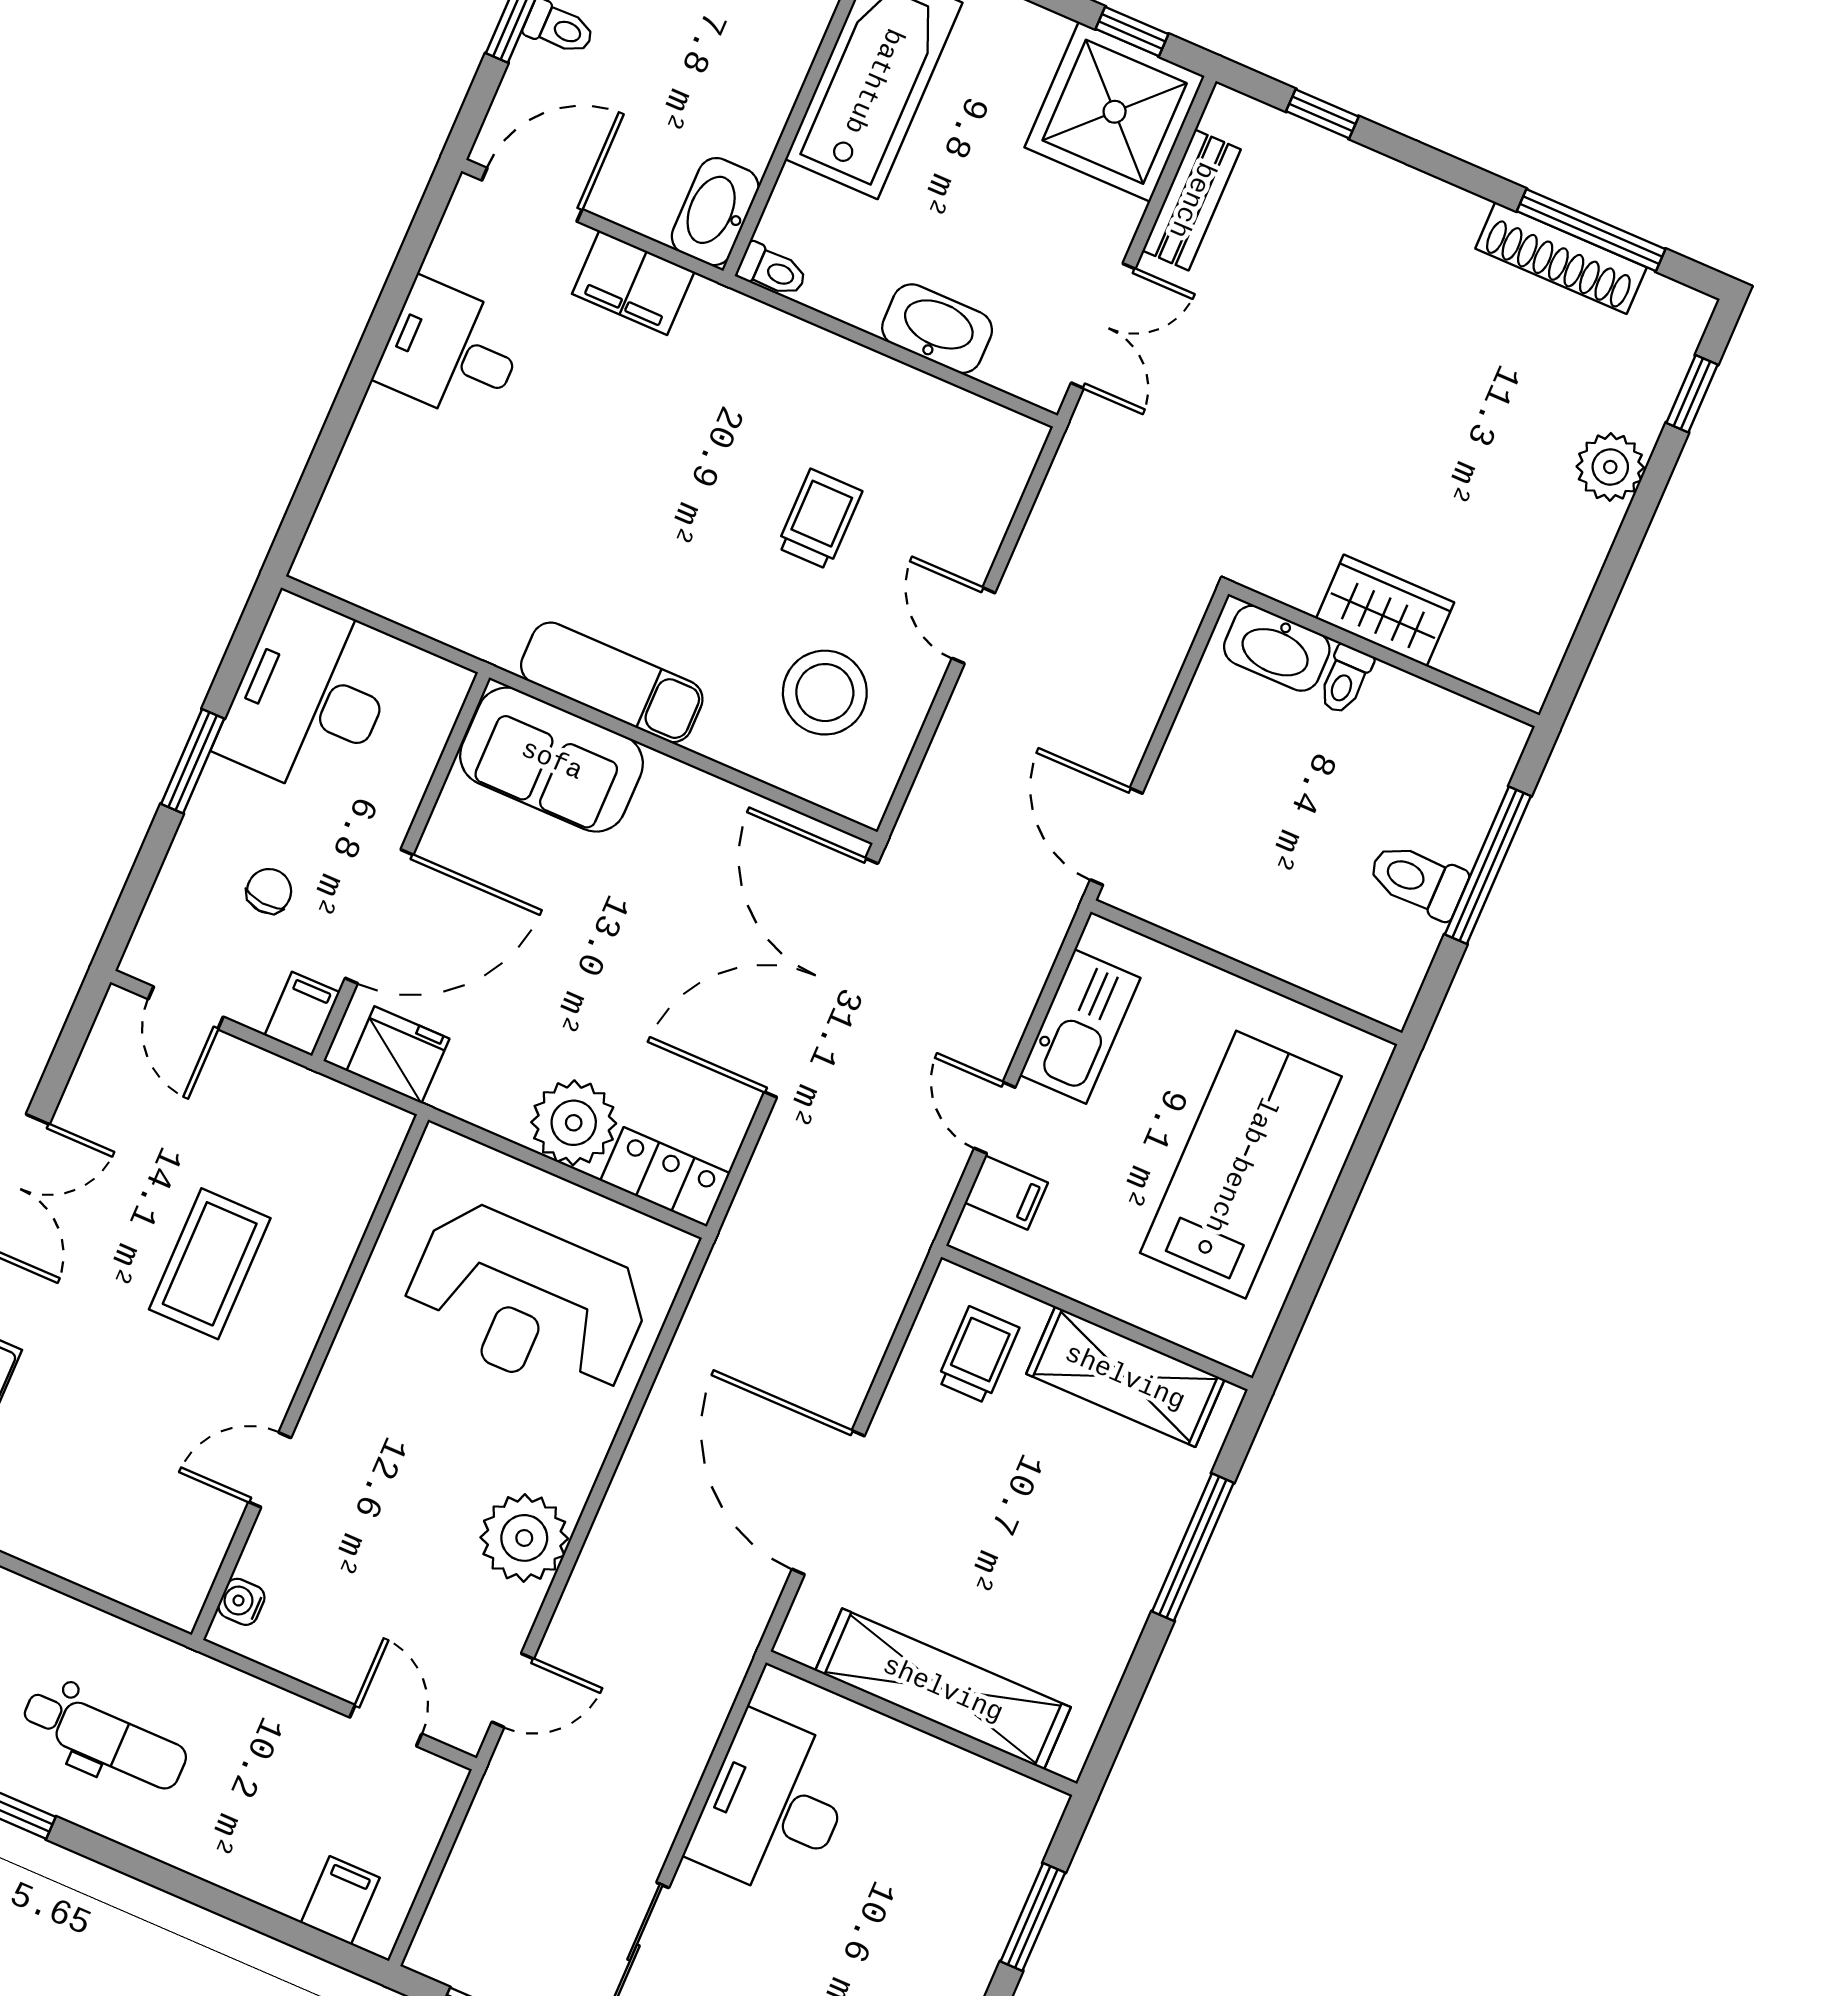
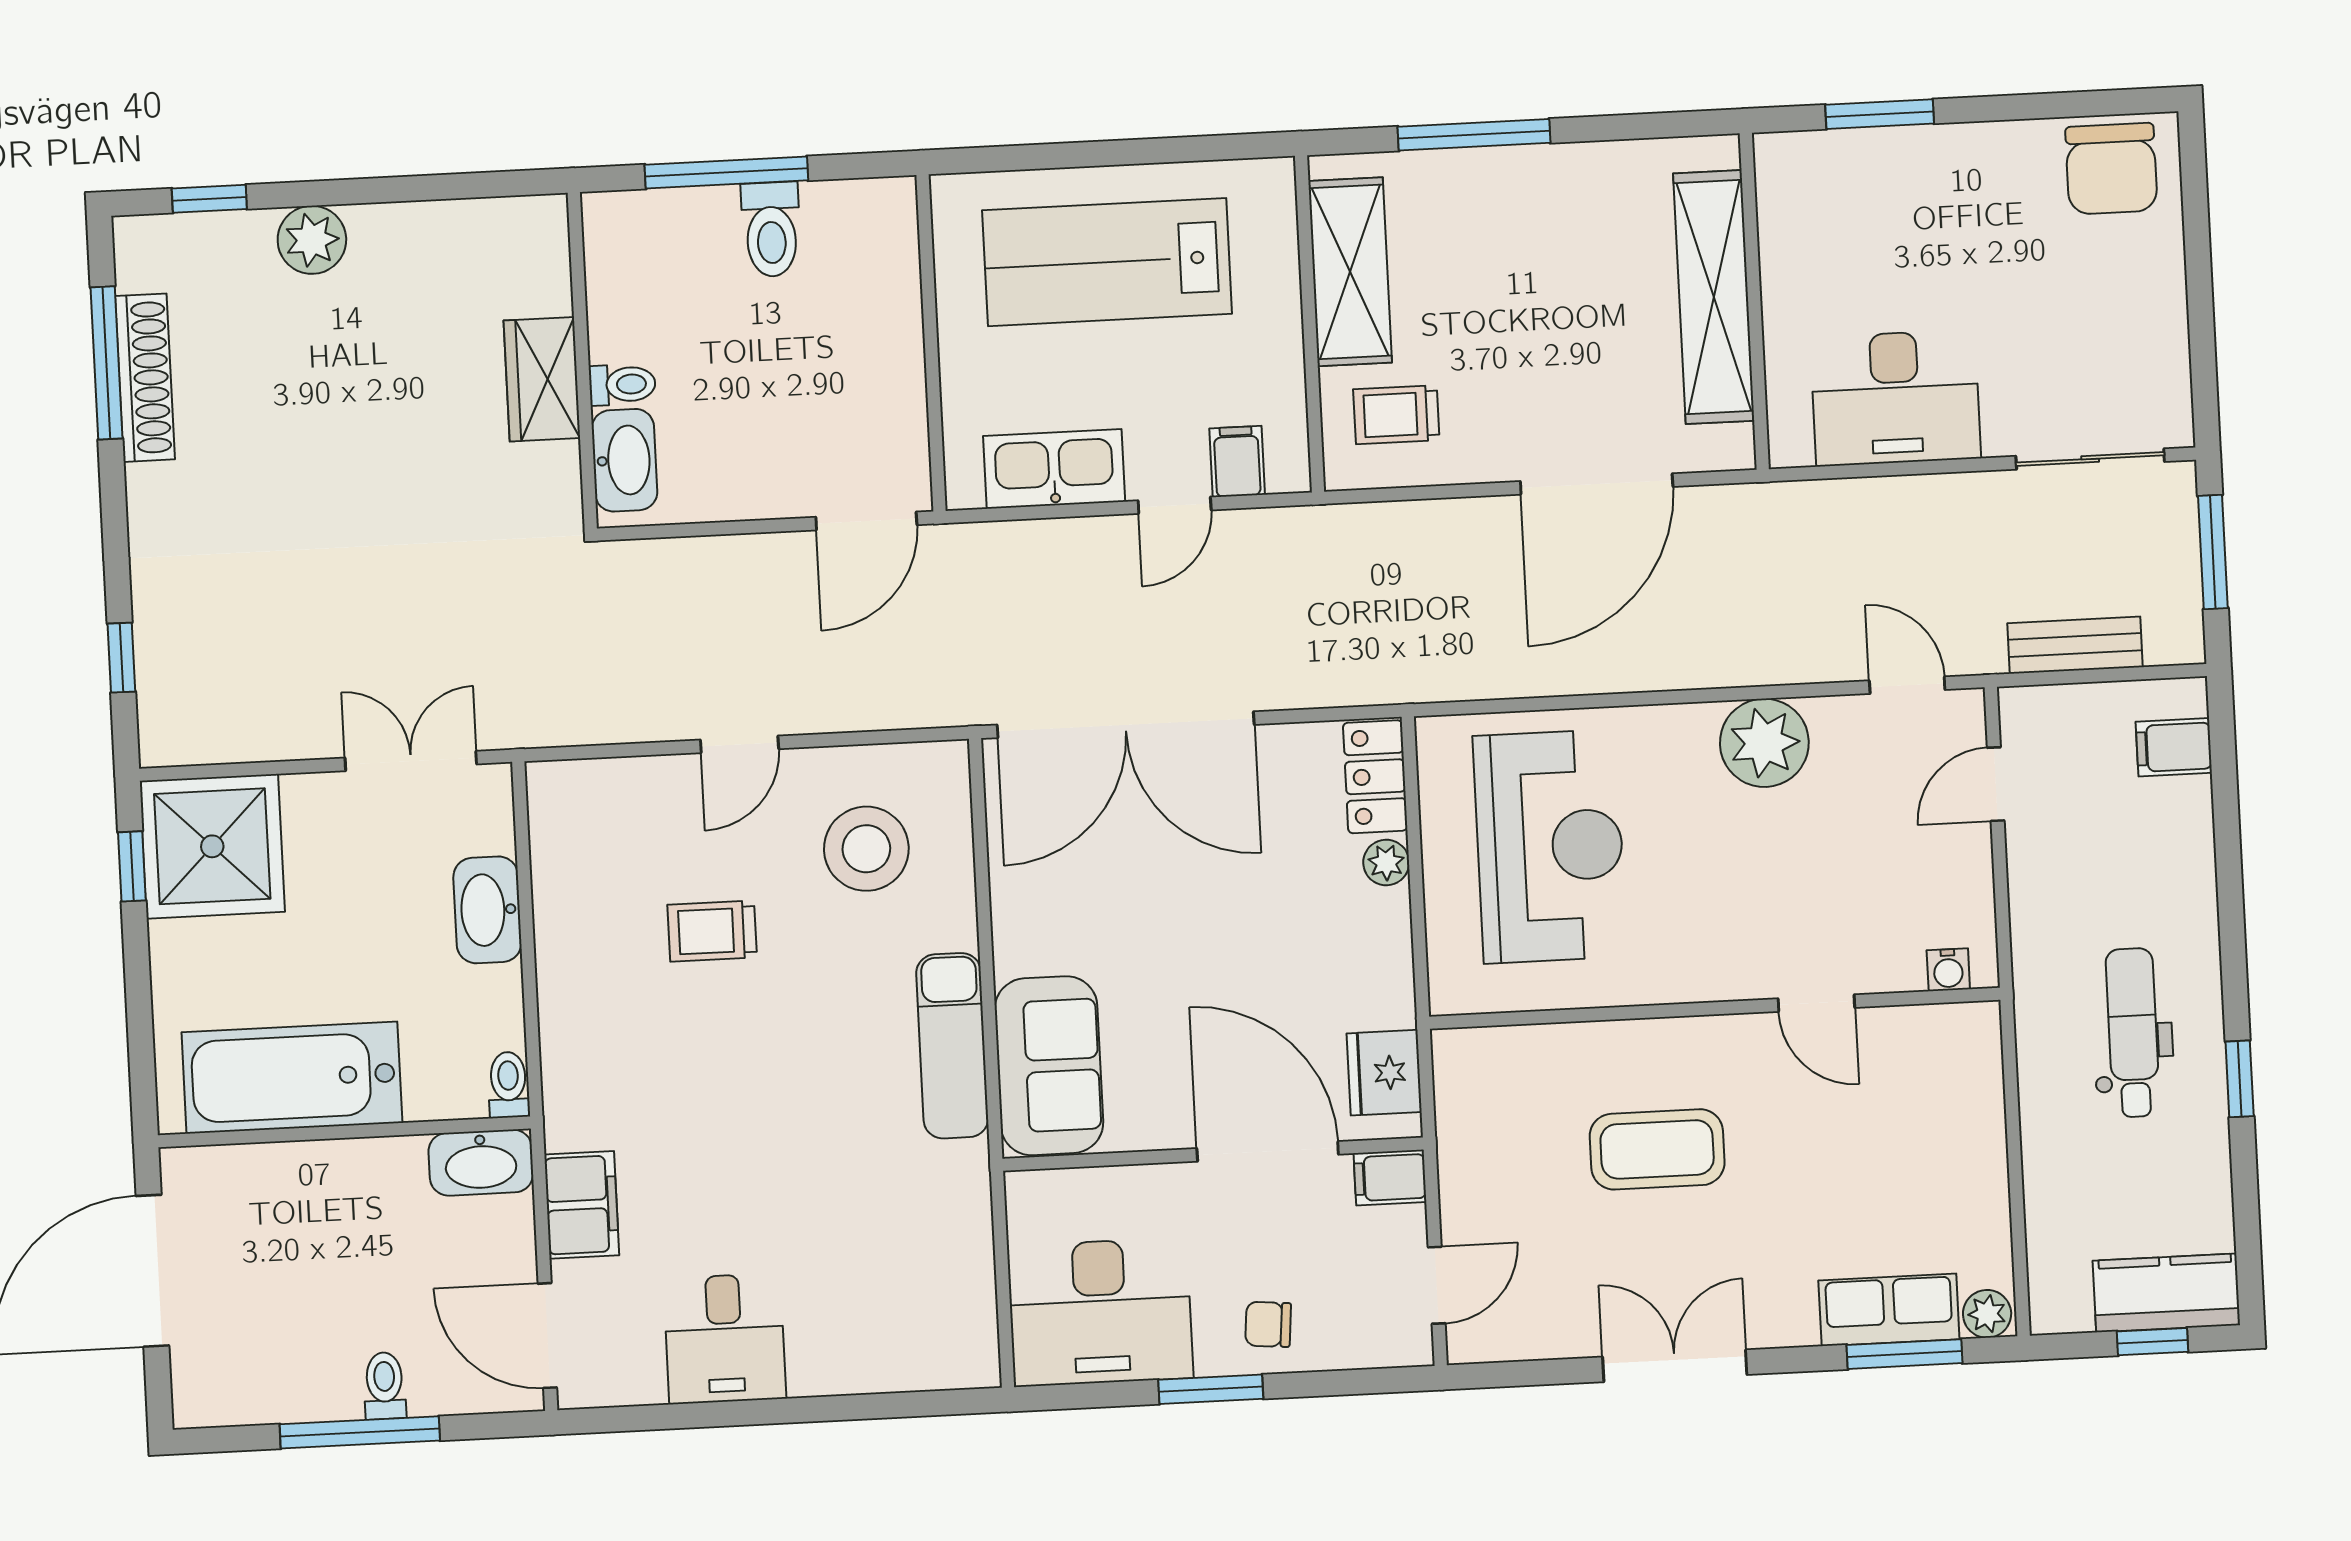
bench: (1192, 200) -> (2075, 645), moved
chair: (269, 891) -> (1268, 1324), moved
plant: (574, 1123) -> (1386, 863), width x0.53, depth x0.53

